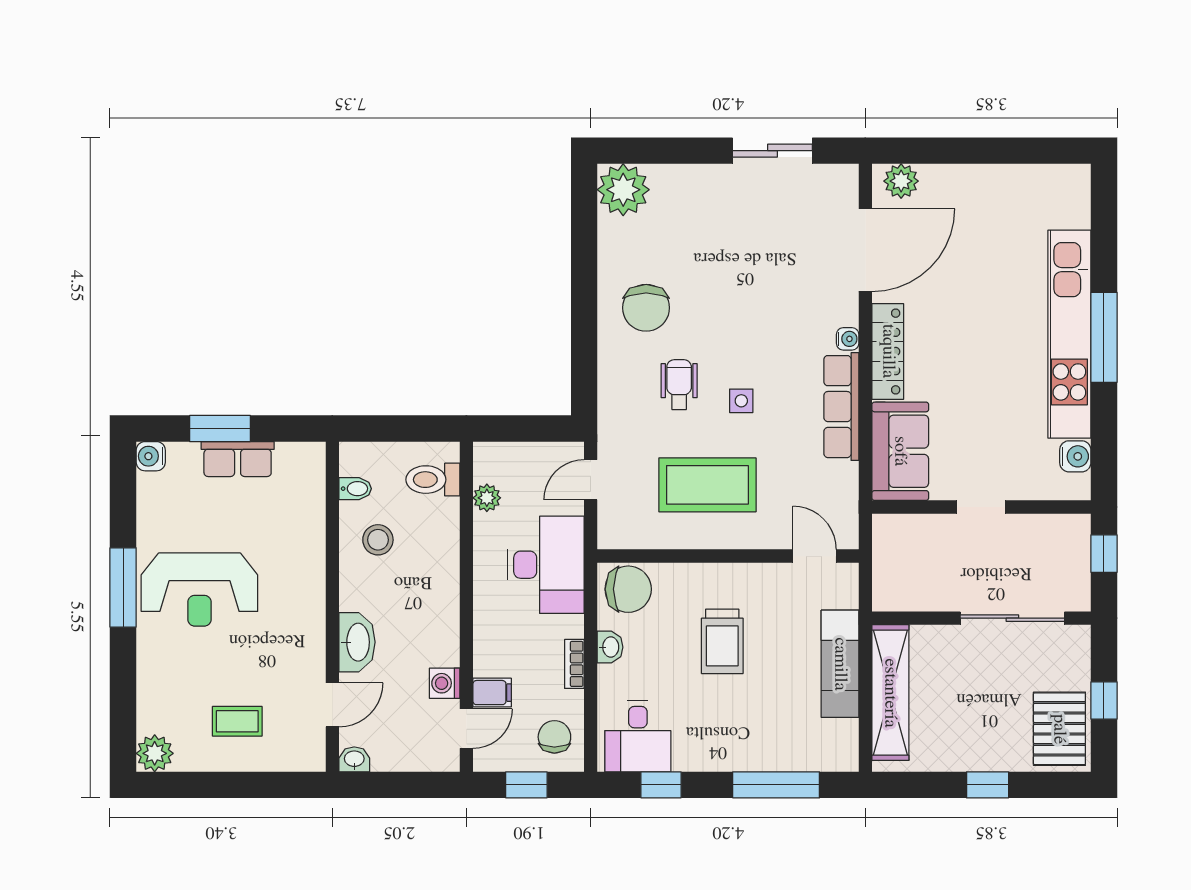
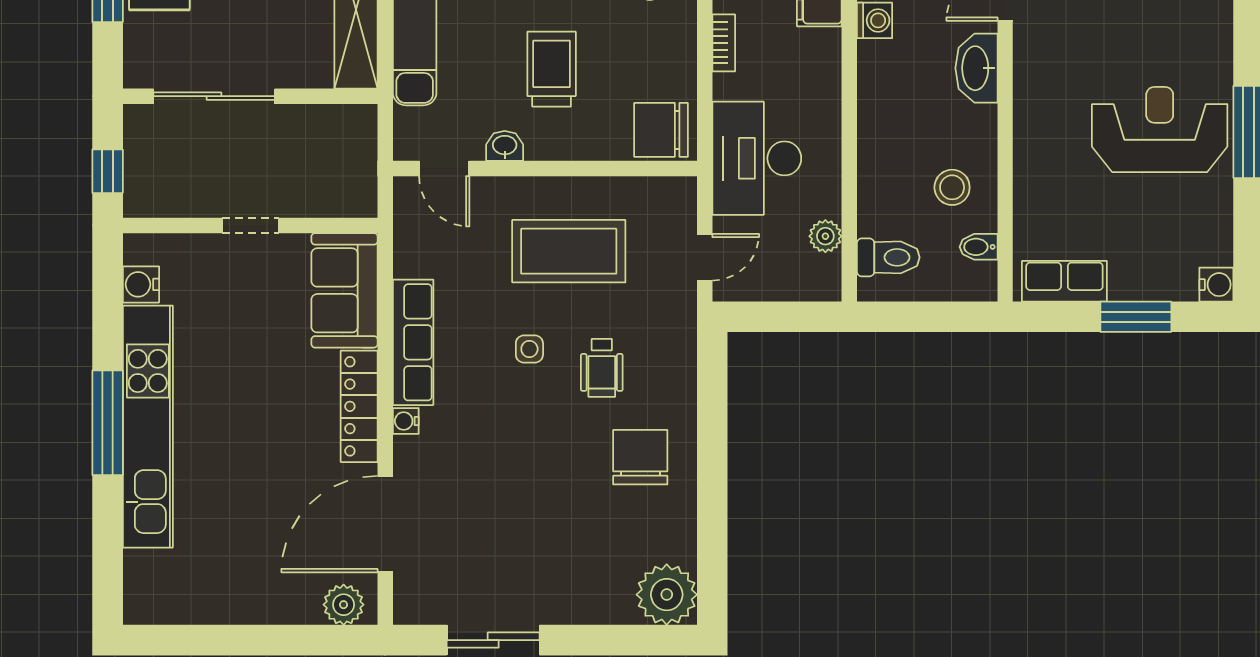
row of seats: (238, 459) -> (1064, 281), moved
washbasin: (610, 647) -> (505, 146), moved, turned 90

